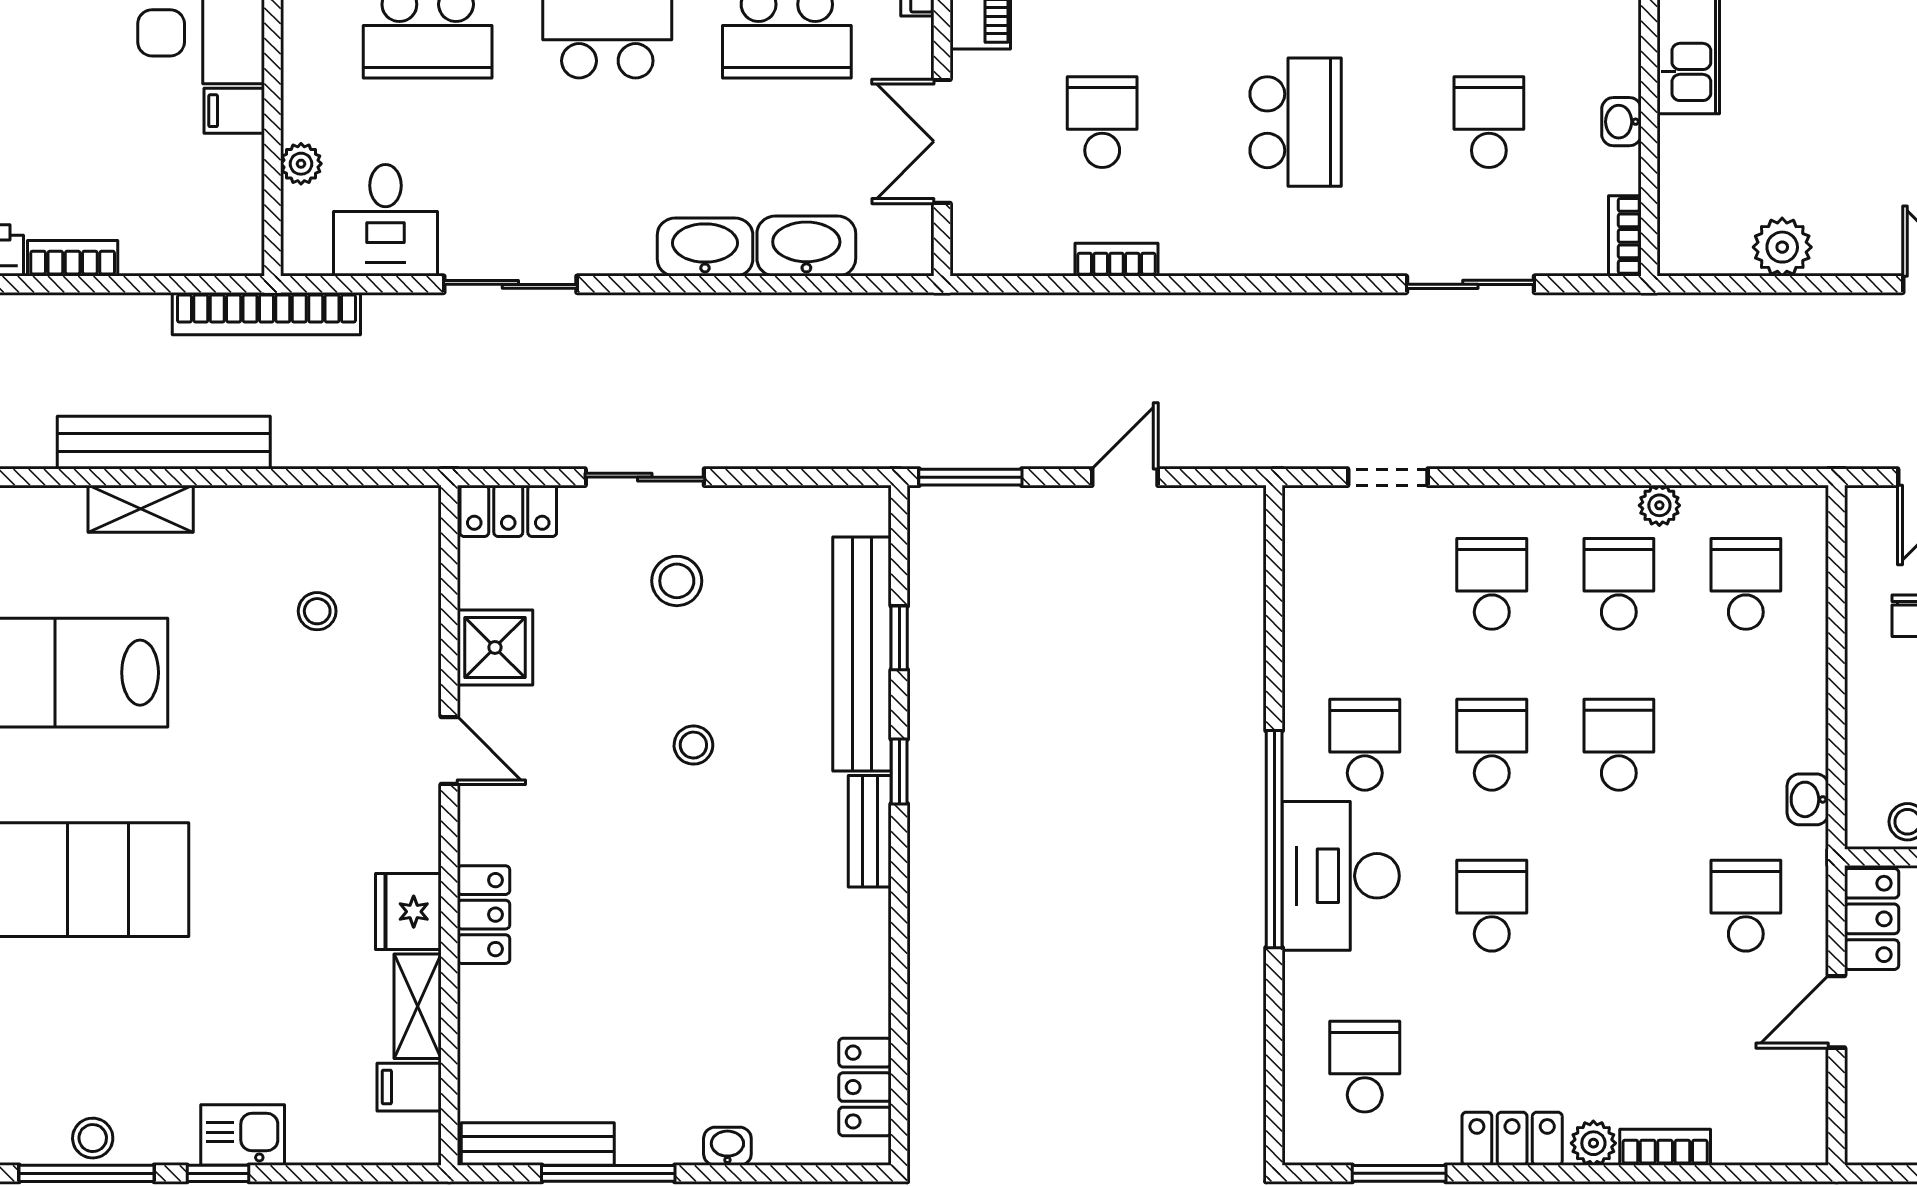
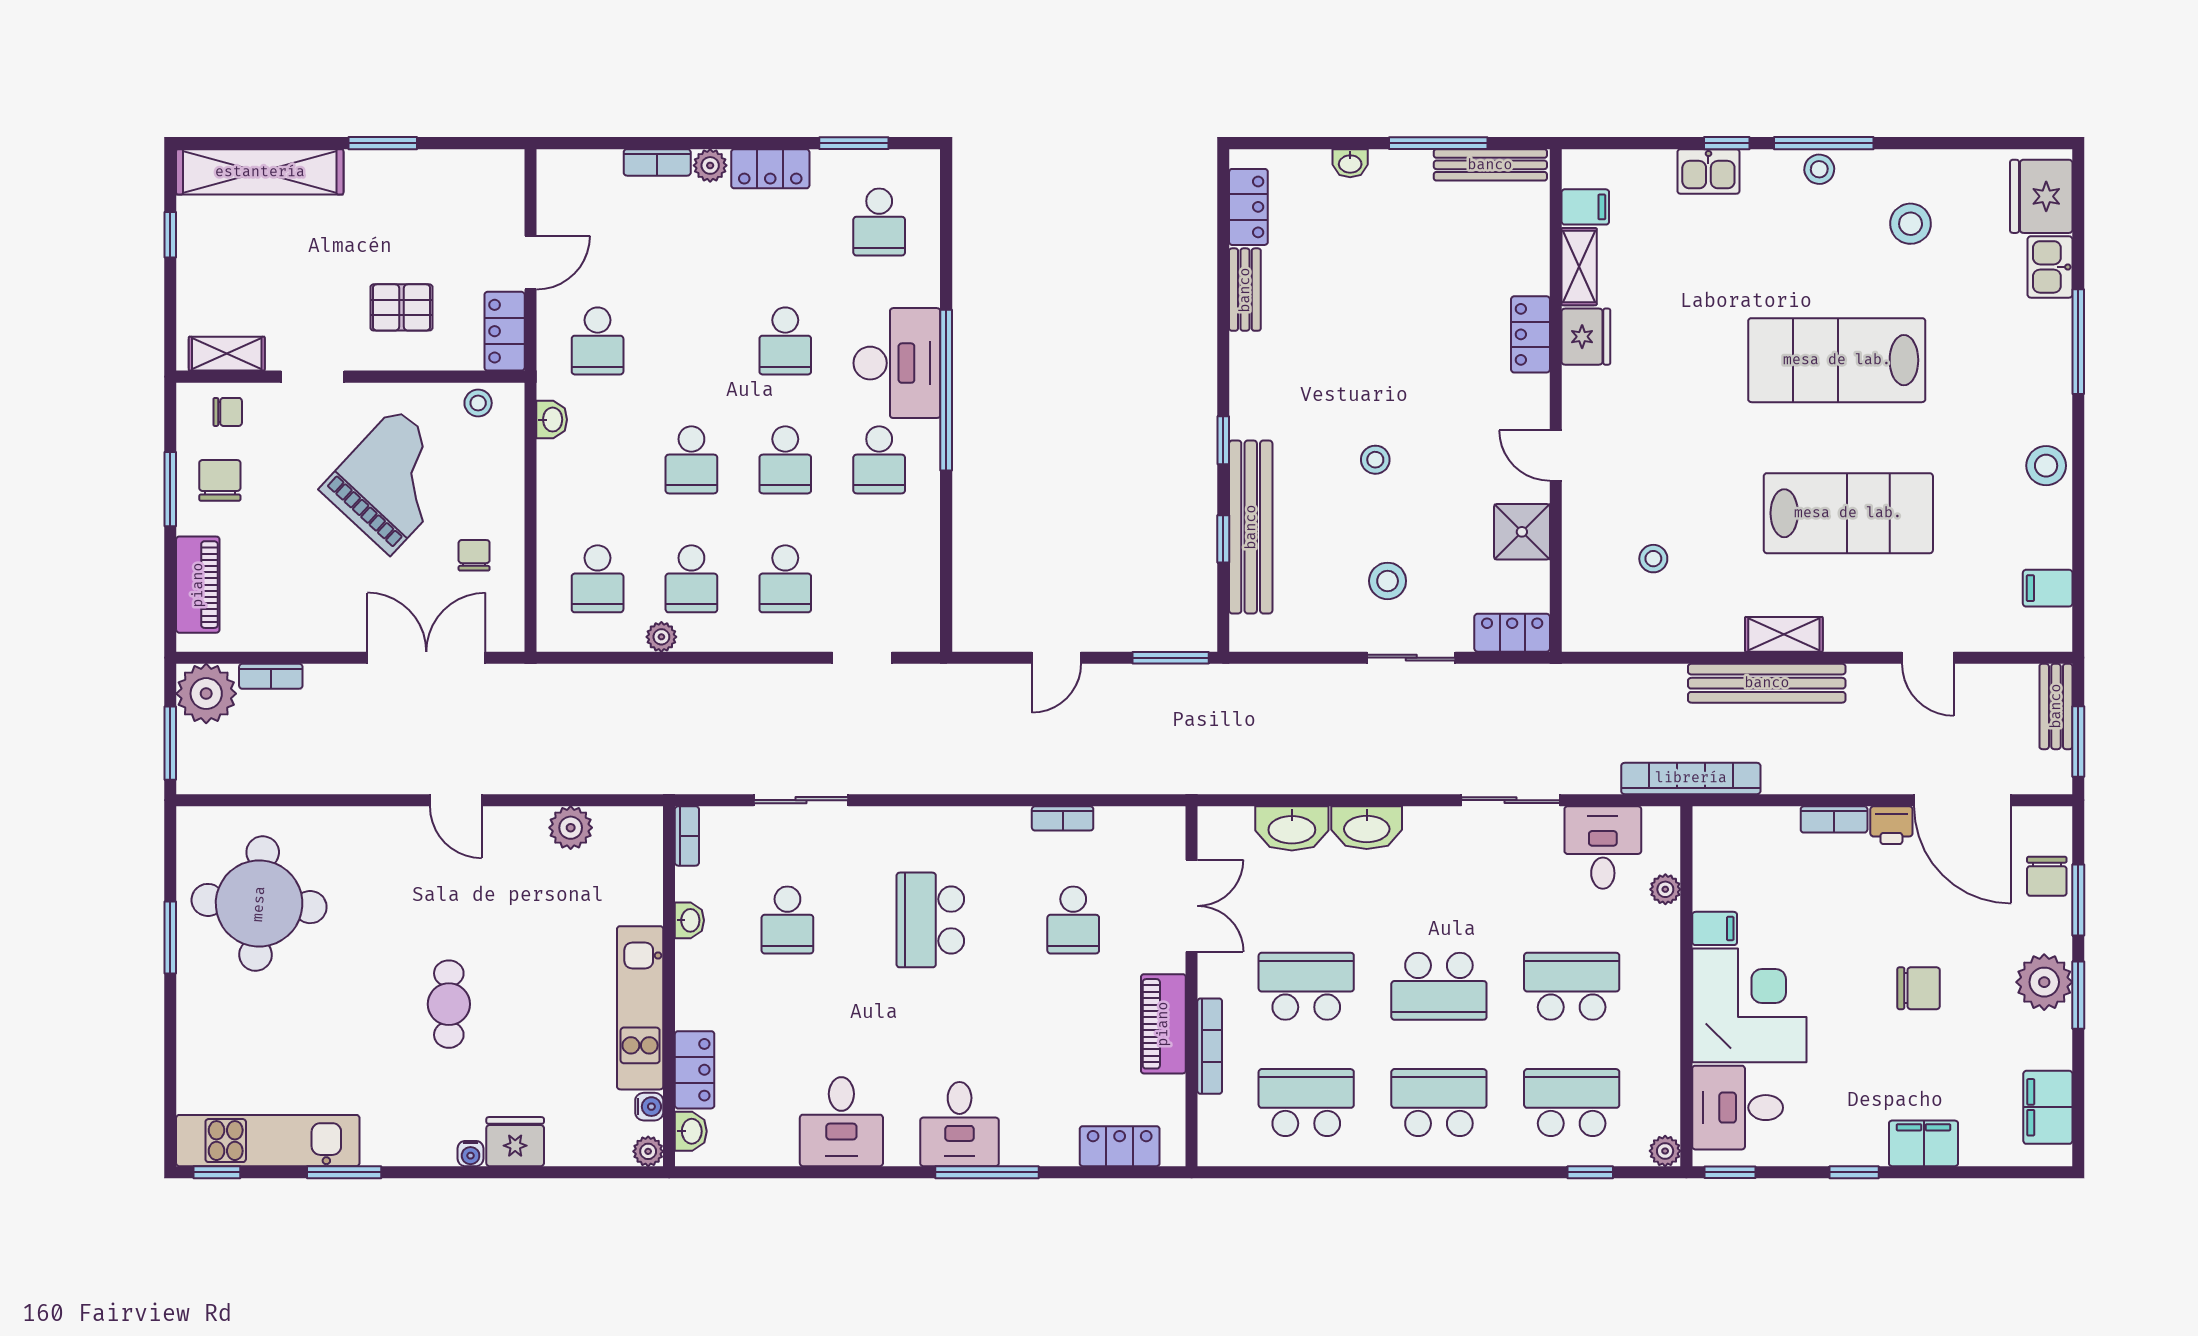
bench: (870, 831) -> (1245, 290), moved

